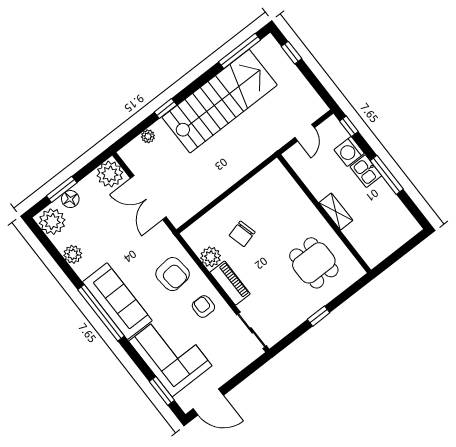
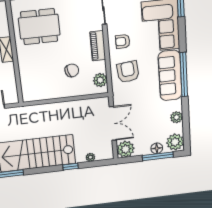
window: (62, 189) -> (158, 156), width x1.44
plant: (211, 257) -> (100, 80), moved
dining table: (314, 263) -> (39, 27), width x1.38
armchair: (203, 307) -> (123, 41), turned 90

